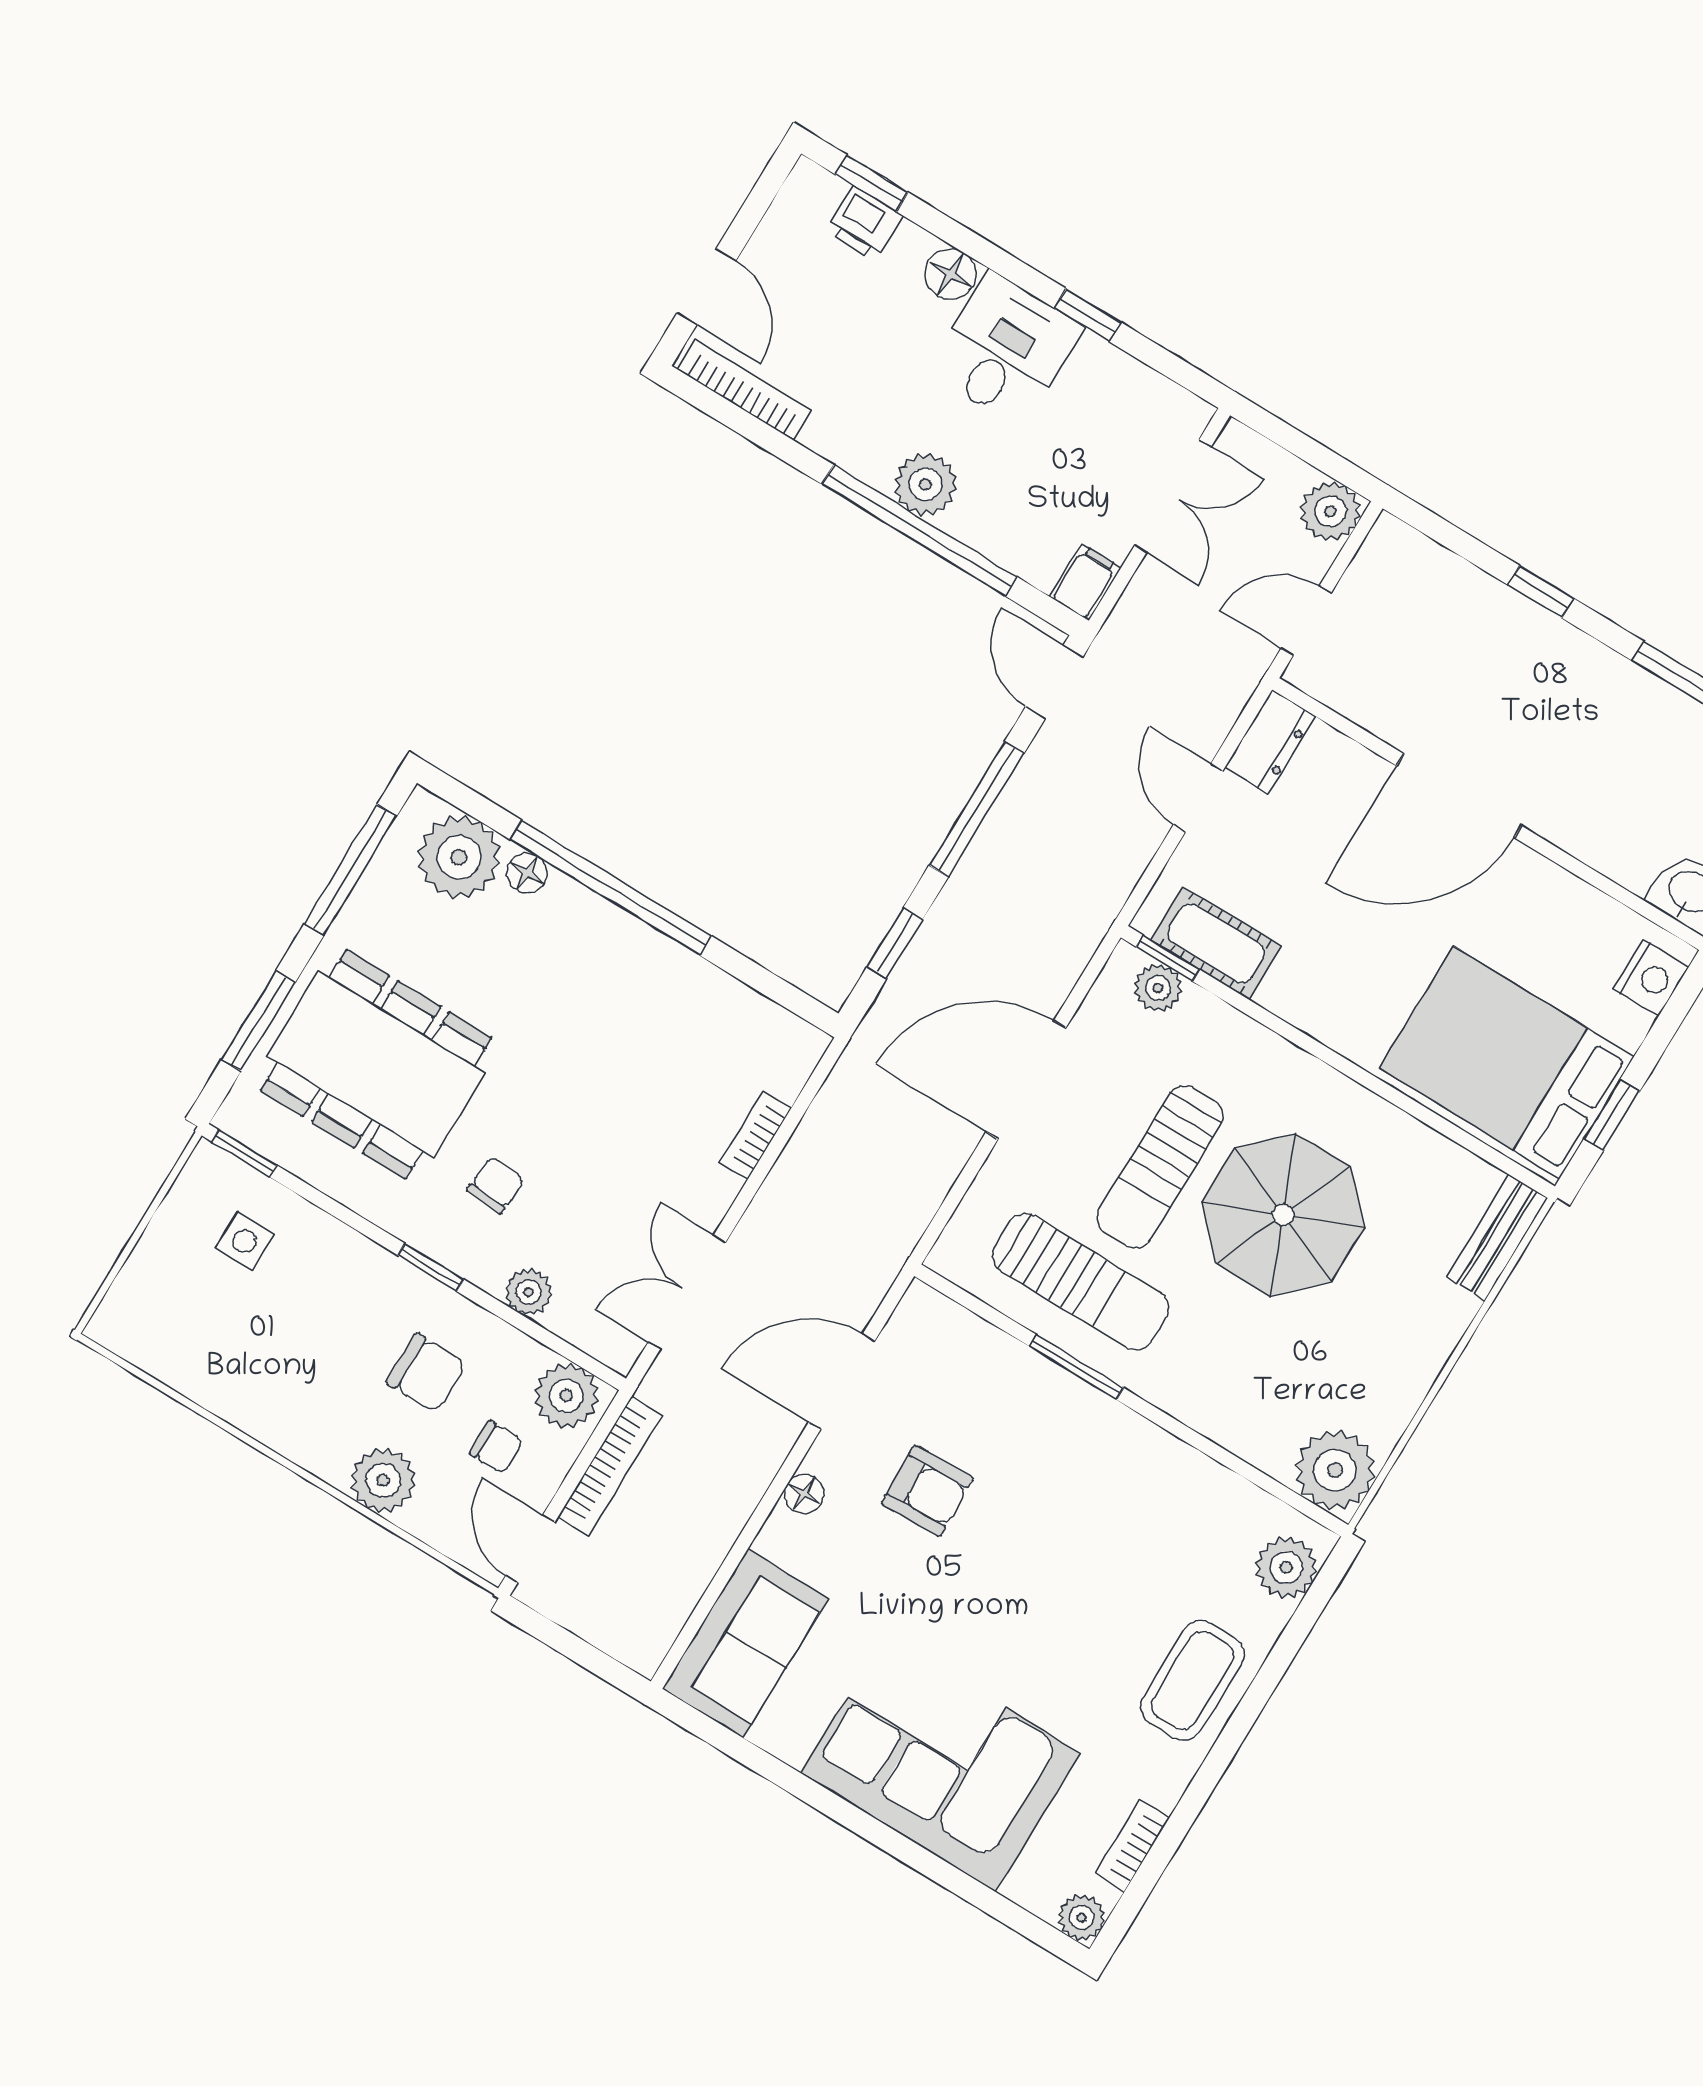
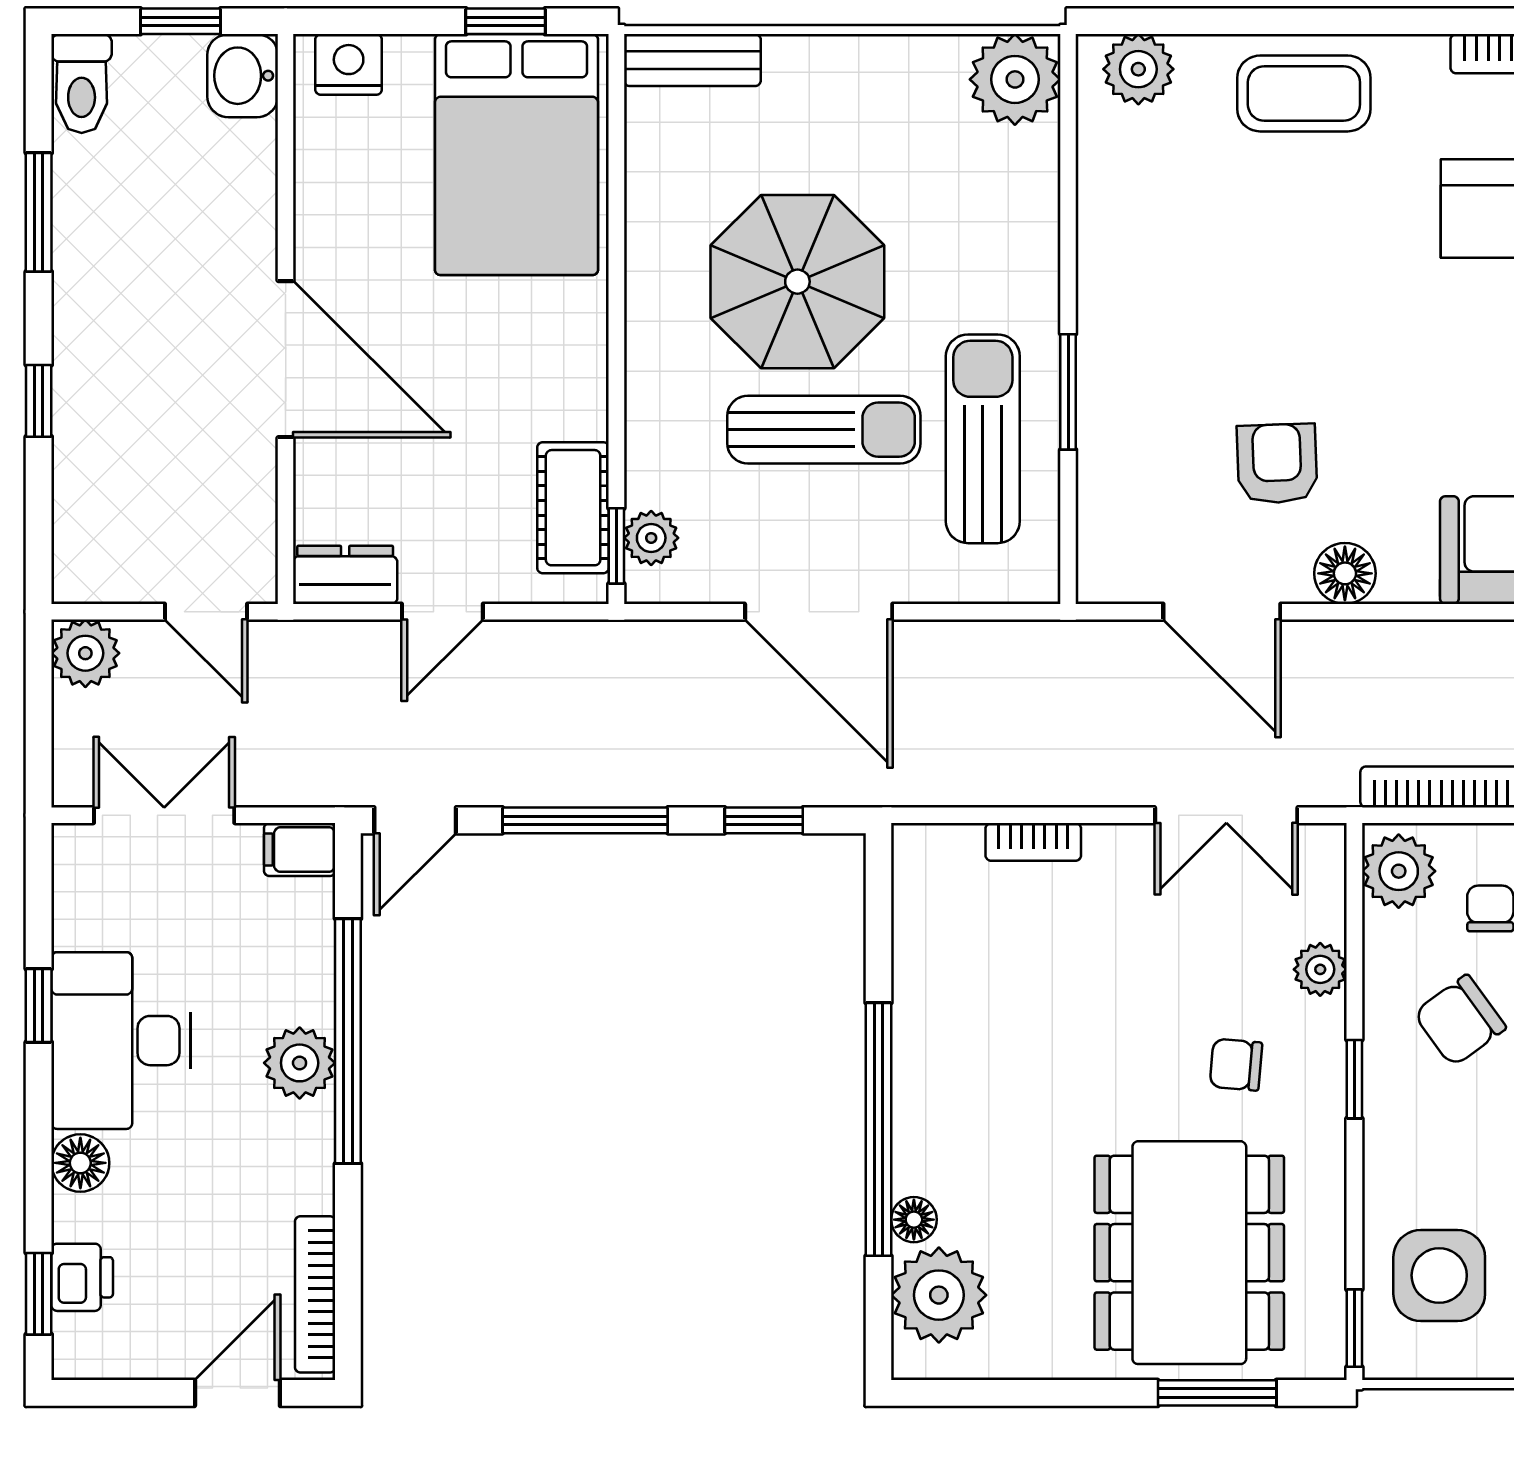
desk: (1006, 350) -> (121, 1041), width x1.37
window: (350, 870) -> (1016, 1393), removed
side table: (245, 1241) -> (1439, 1275), width x1.87, depth x1.87
chair: (426, 1373) -> (1460, 1021), turned -126
floor lamp: (804, 1494) -> (1345, 573), width x1.37, depth x1.37

